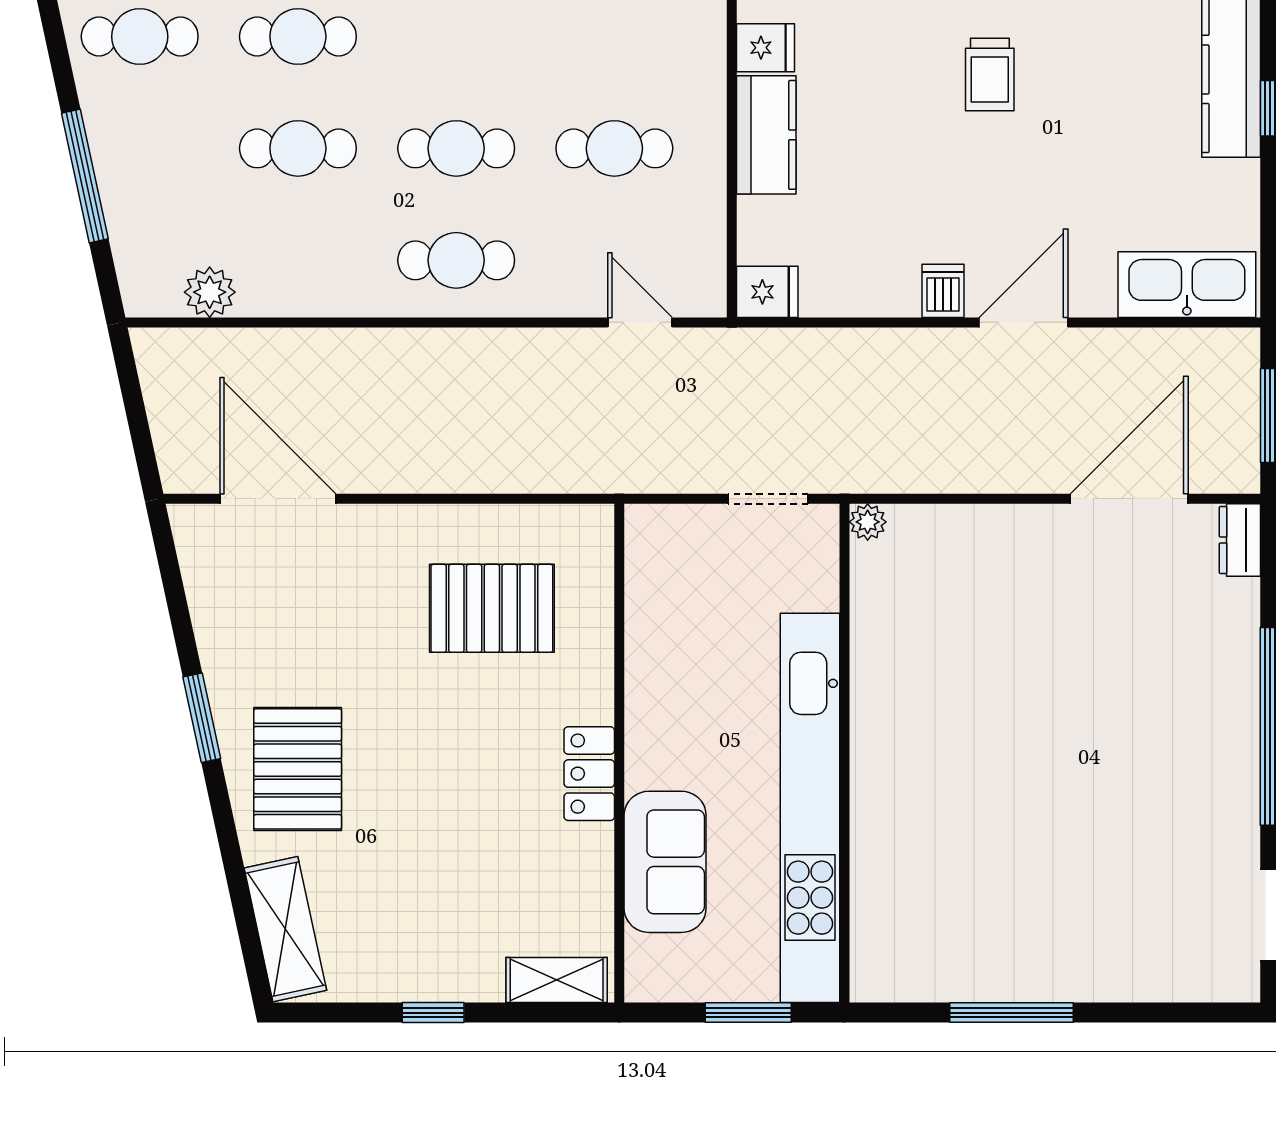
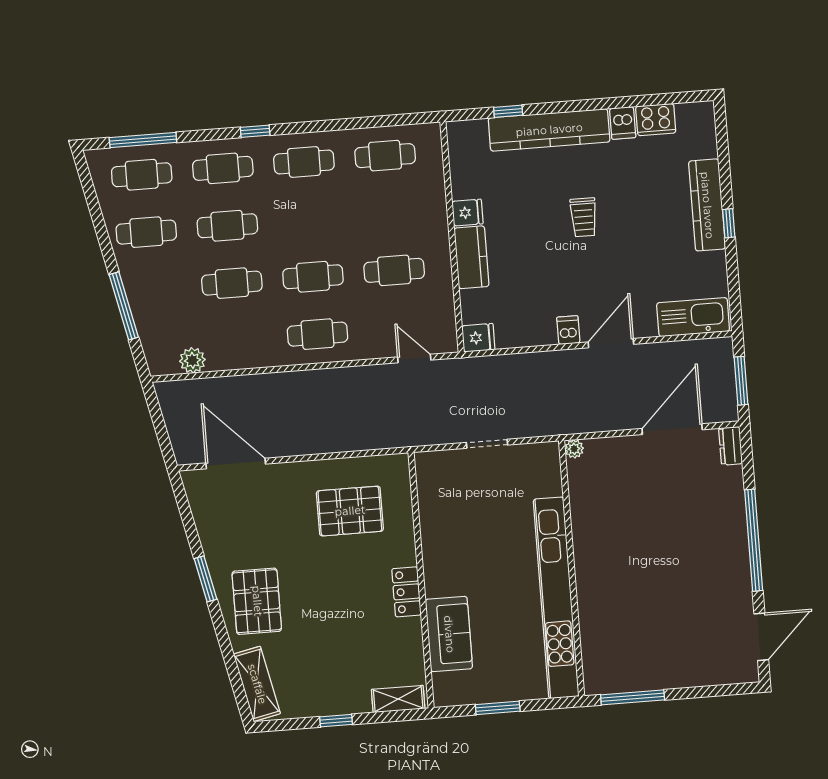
plant: (868, 522) -> (574, 449), moved
wall: (844, 753) -> (572, 568), moved
kitchen unit: (810, 808) -> (556, 598), moved

